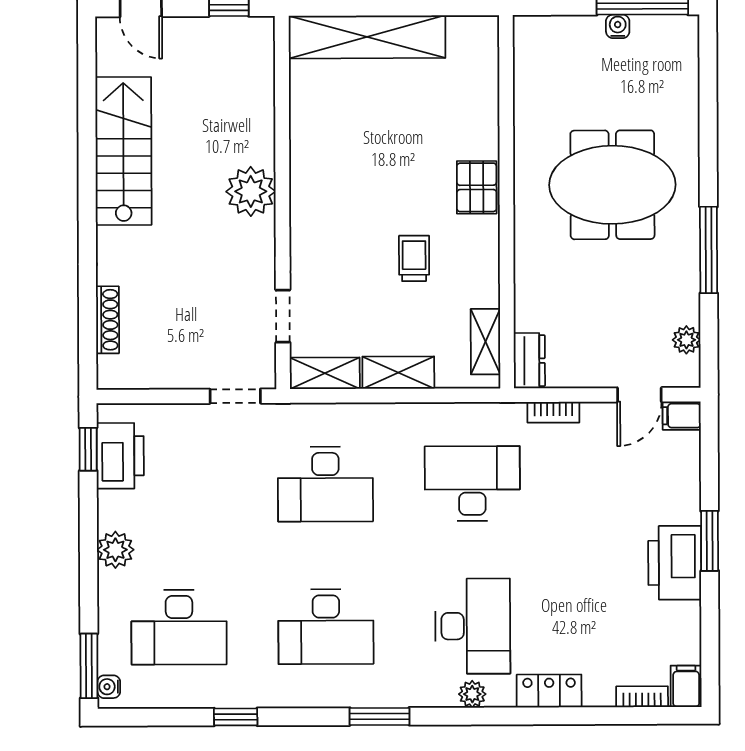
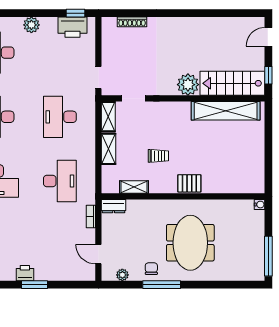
water cooler: (618, 26) -> (260, 205), moved
shelving: (367, 37) -> (226, 111), moved, turned 90
stairs: (123, 151) -> (232, 83), moved, turned 180
chair: (672, 274) -> (151, 269), added
shelving: (485, 342) -> (134, 187), moved
filing cabinet: (682, 416) -> (89, 273), removed
printer: (675, 563) -> (25, 273), width x0.53, depth x0.68

